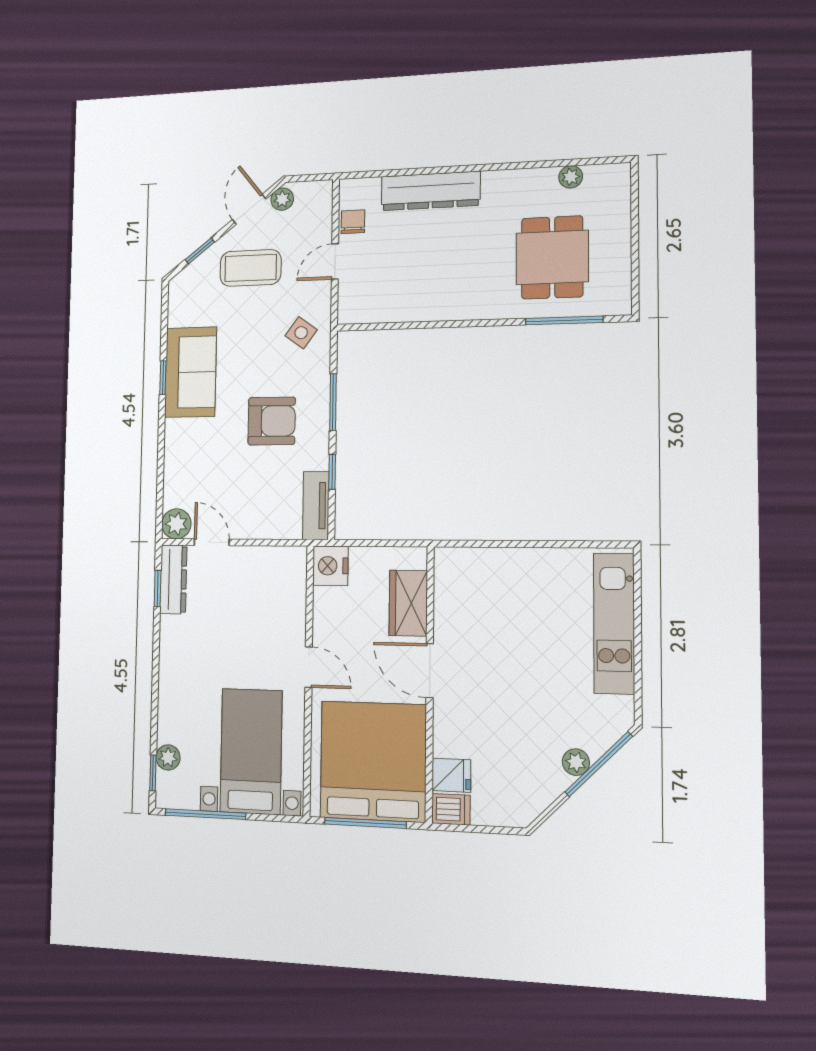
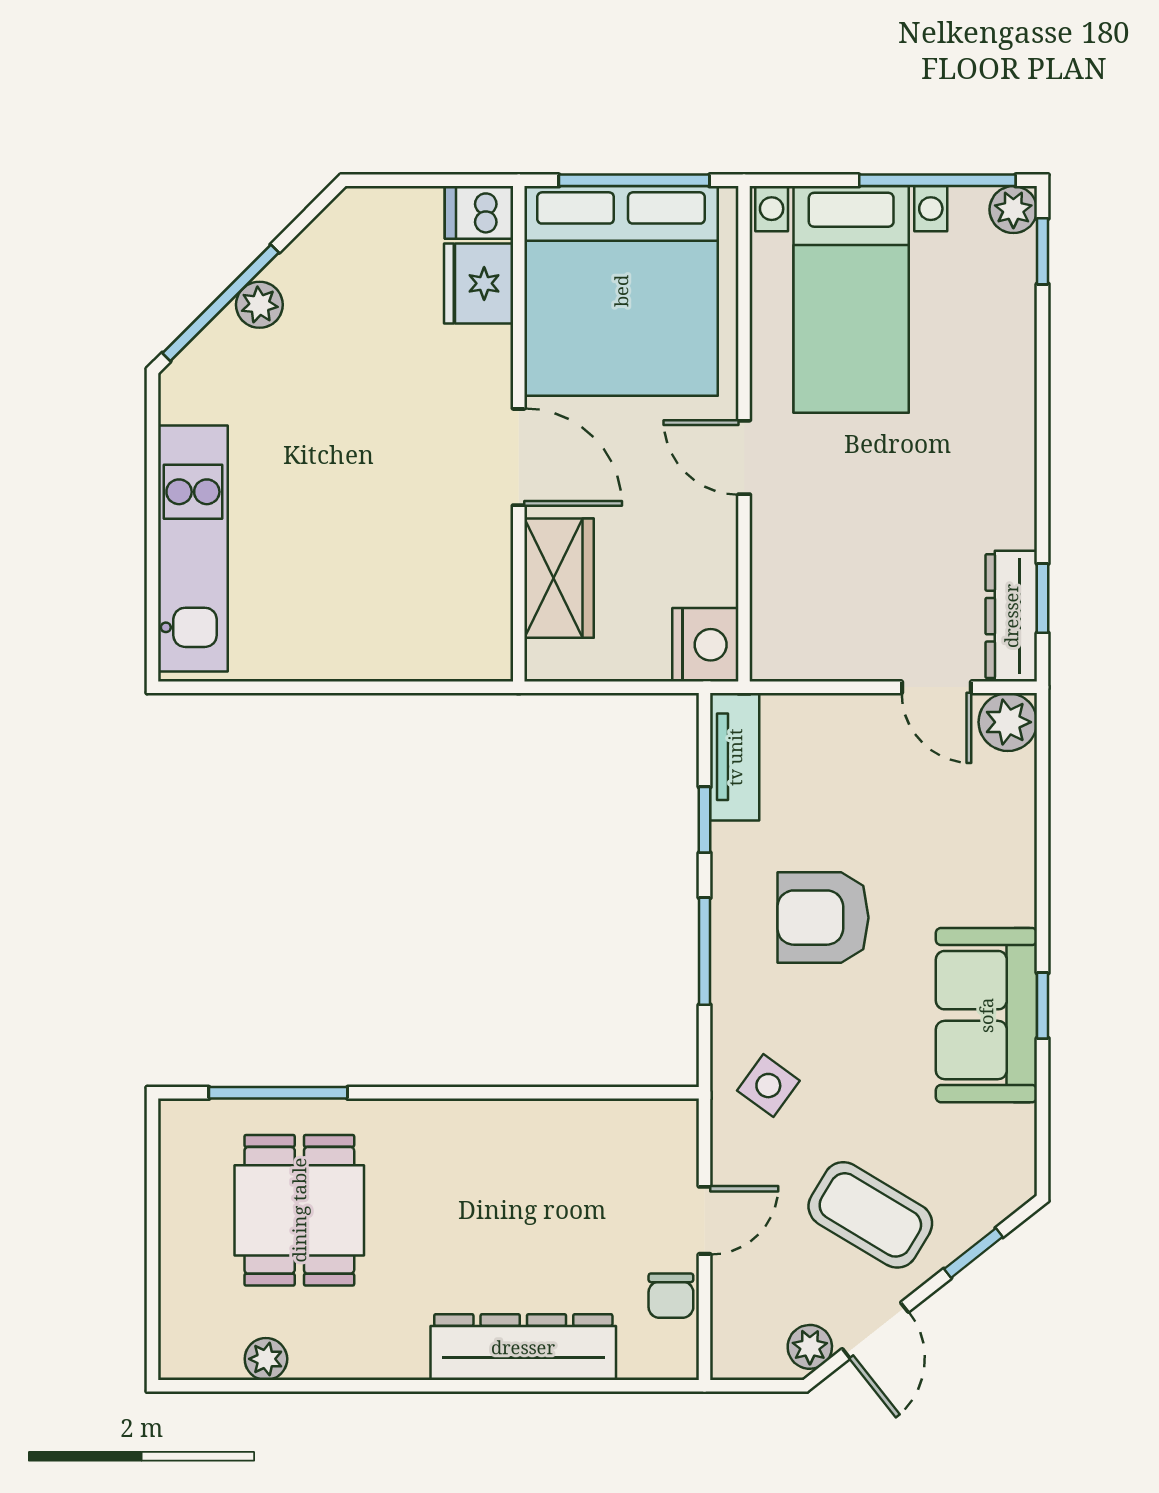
coffee table: (251, 268) -> (870, 1215), turned 31
plant: (168, 757) -> (1013, 210), moved
fridge: (451, 775) -> (479, 283), width x1.38

